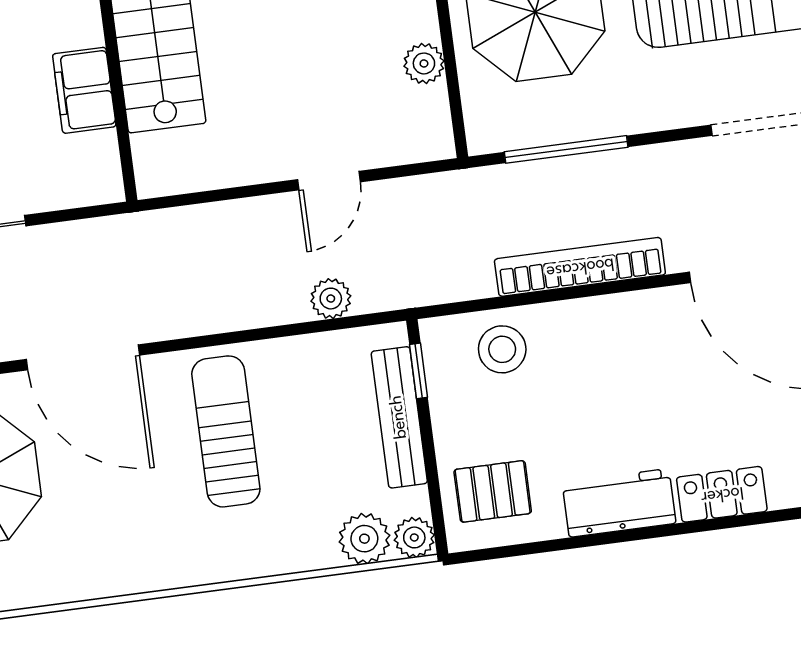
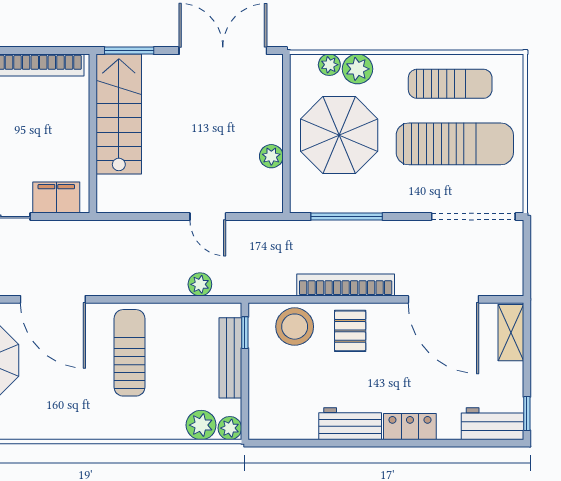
filing cabinet: (84, 90) -> (56, 198), moved, turned 90
door: (329, 181) -> (208, 216), hinge flipped
stool: (502, 349) -> (295, 327), width x1.38, depth x1.38
pallet: (493, 491) -> (350, 331), moved, turned 90

